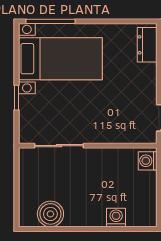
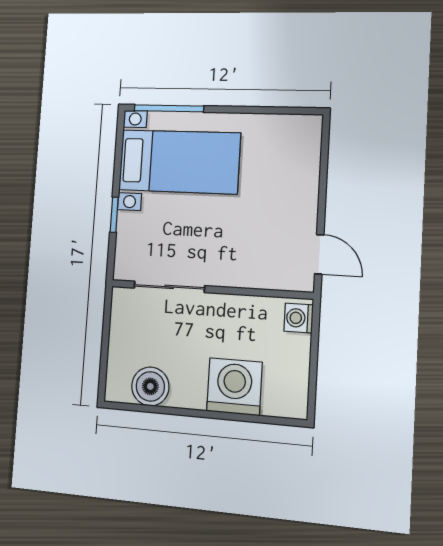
dresser: (147, 45) -> (307, 145), removed
washing machine: (116, 218) -> (234, 387), width x1.89, depth x1.89

